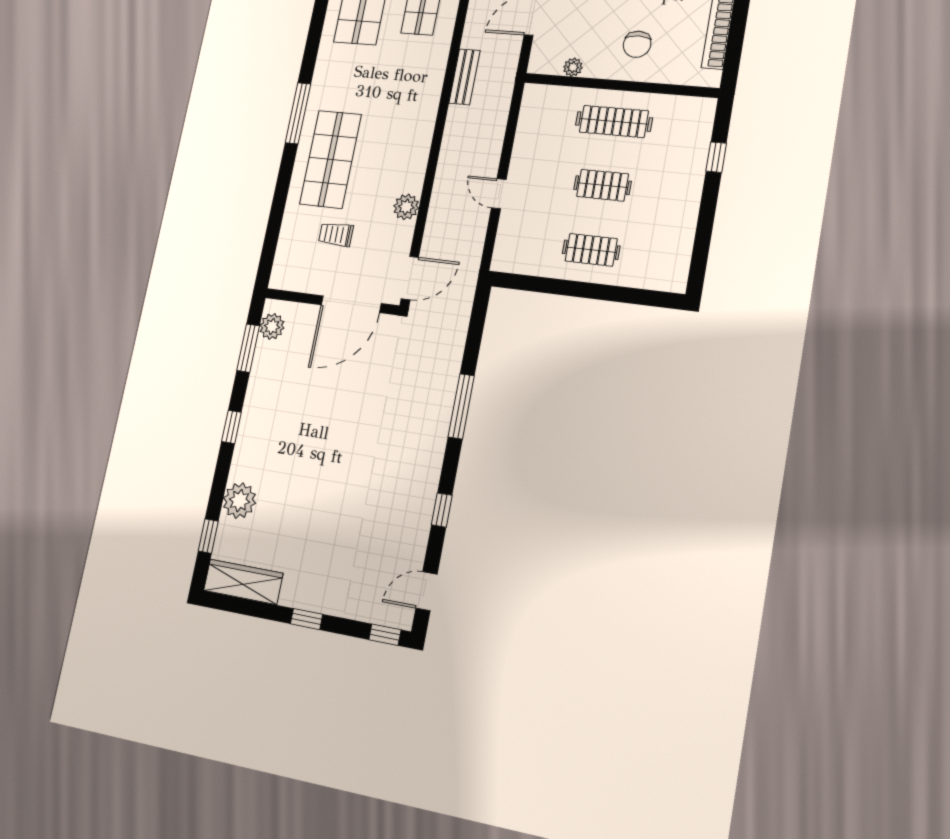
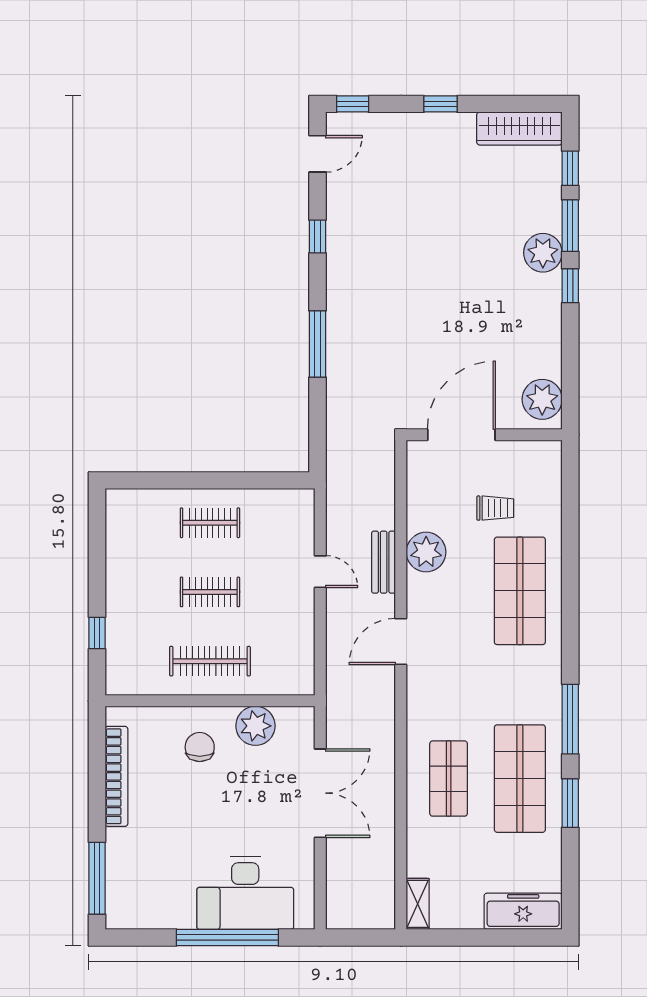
plant: (573, 67) -> (255, 726), width x1.88, depth x1.88
bench: (464, 77) -> (384, 562), moved
window: (298, 113) -> (570, 719), moved
plant: (406, 207) -> (426, 552), width x1.36, depth x1.36
door: (410, 278) -> (401, 641), moved
plant: (272, 326) -> (542, 399), width x1.36, depth x1.36
window: (248, 348) -> (570, 226), moved
plant: (239, 501) -> (543, 253), moved

